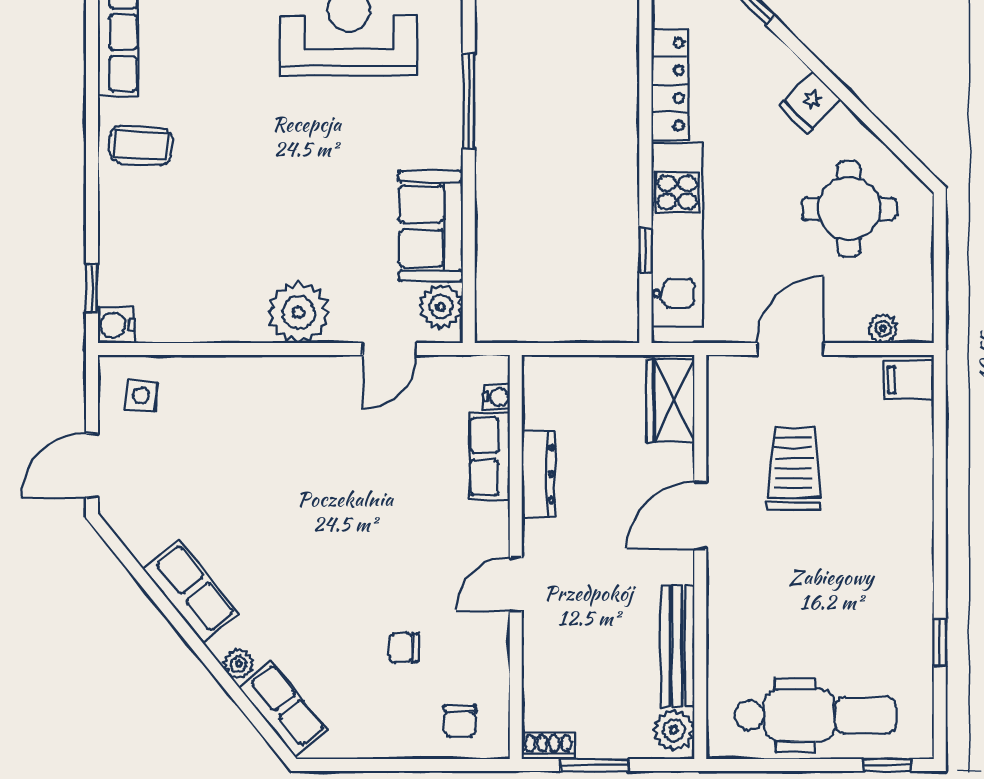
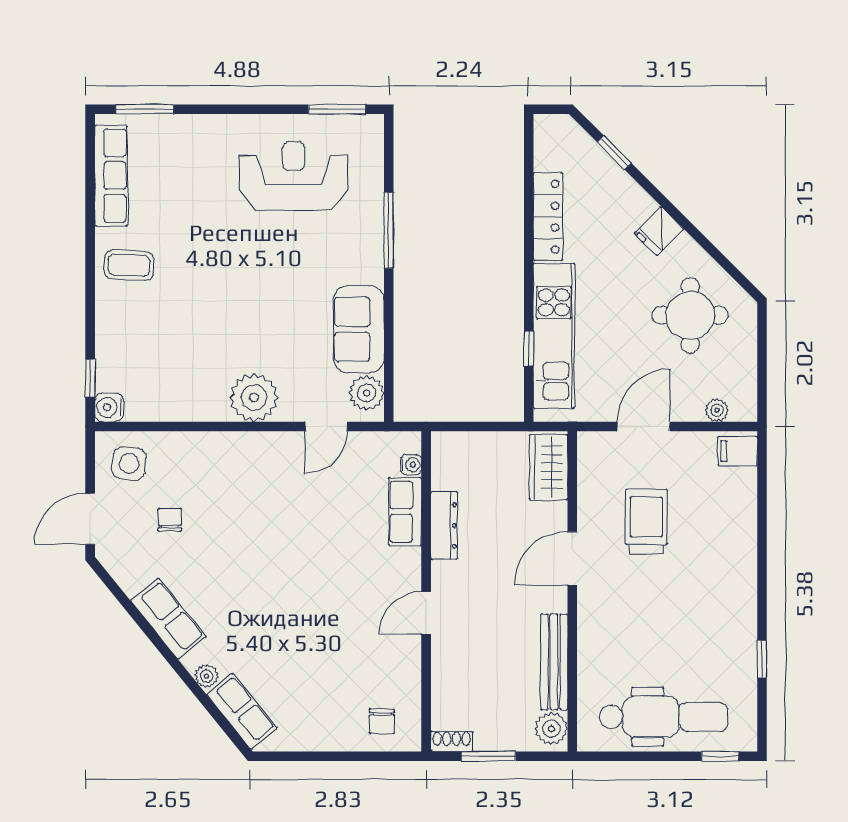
side table: (141, 396) -> (129, 463), width x1.37, depth x1.37
chair: (403, 648) -> (170, 520), moved, turned 90

